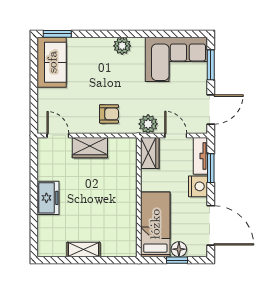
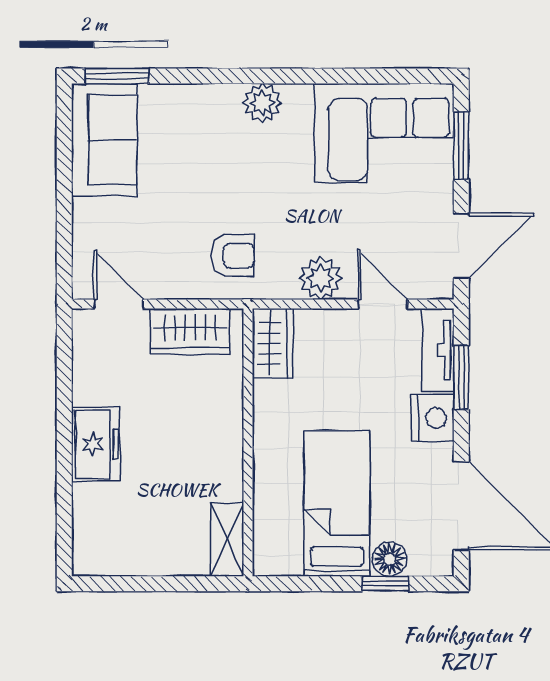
wardrobe: (150, 153) -> (273, 343), moved
wall: (139, 197) -> (248, 442), moved
shelving: (83, 249) -> (227, 540), moved, turned 90

